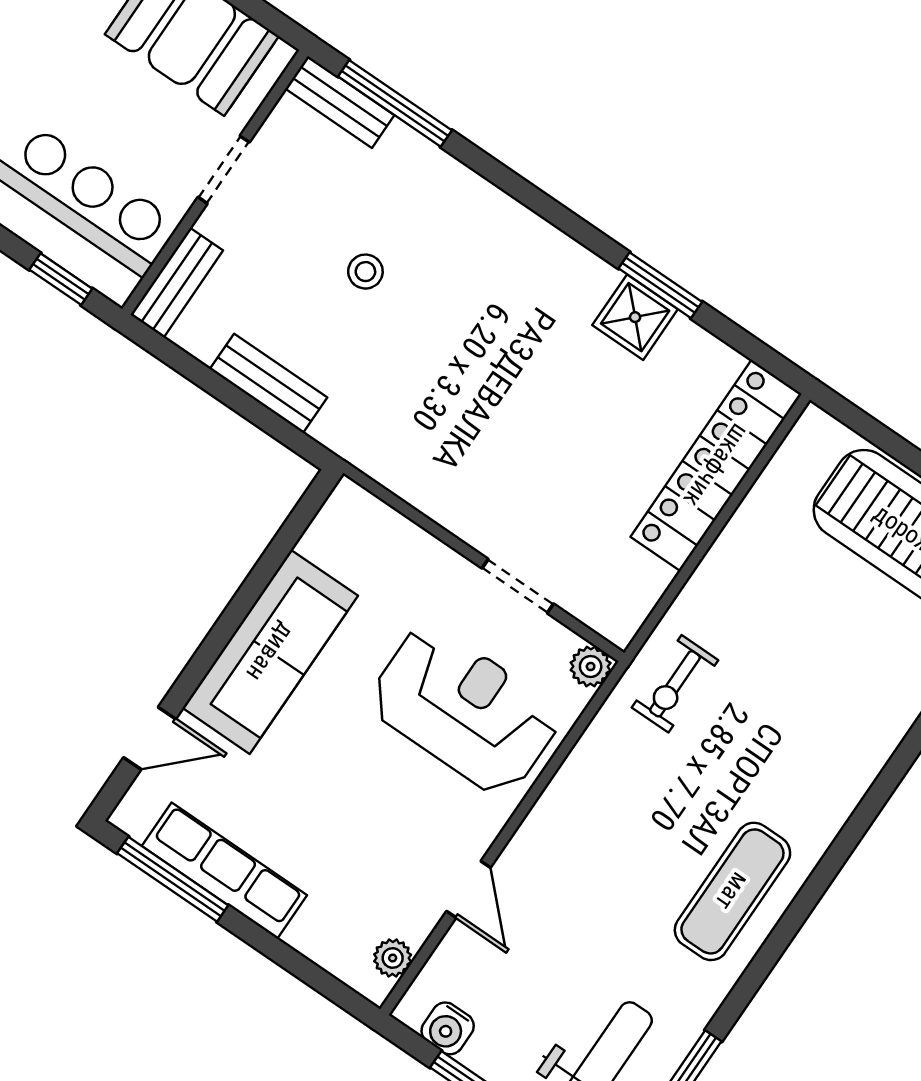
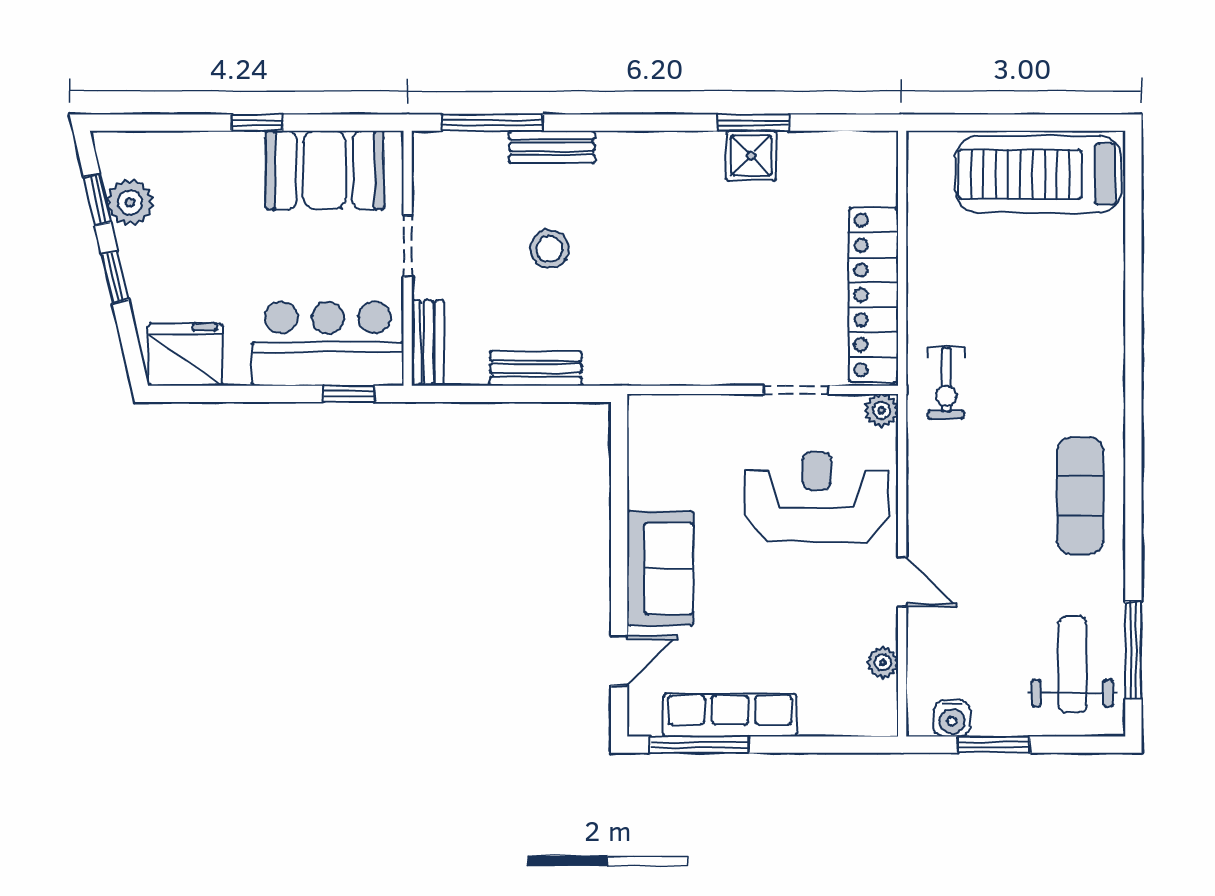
bench: (340, 102) -> (552, 147), moved
stool: (365, 272) -> (549, 249), width x1.37, depth x1.37
locker: (716, 465) -> (873, 295), moved
sofa: (270, 652) -> (660, 568), width x0.73
door: (469, 889) -> (902, 582), moved
plant: (393, 958) -> (883, 662), moved

